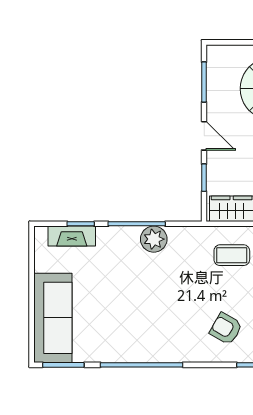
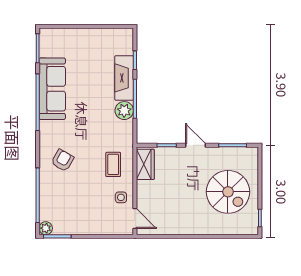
door: (204, 136) -> (196, 145), swing flipped
fireplace: (72, 236) -> (124, 78), moved, width x1.37, depth x1.32
sofa: (53, 318) -> (52, 89), moved, turned -90

